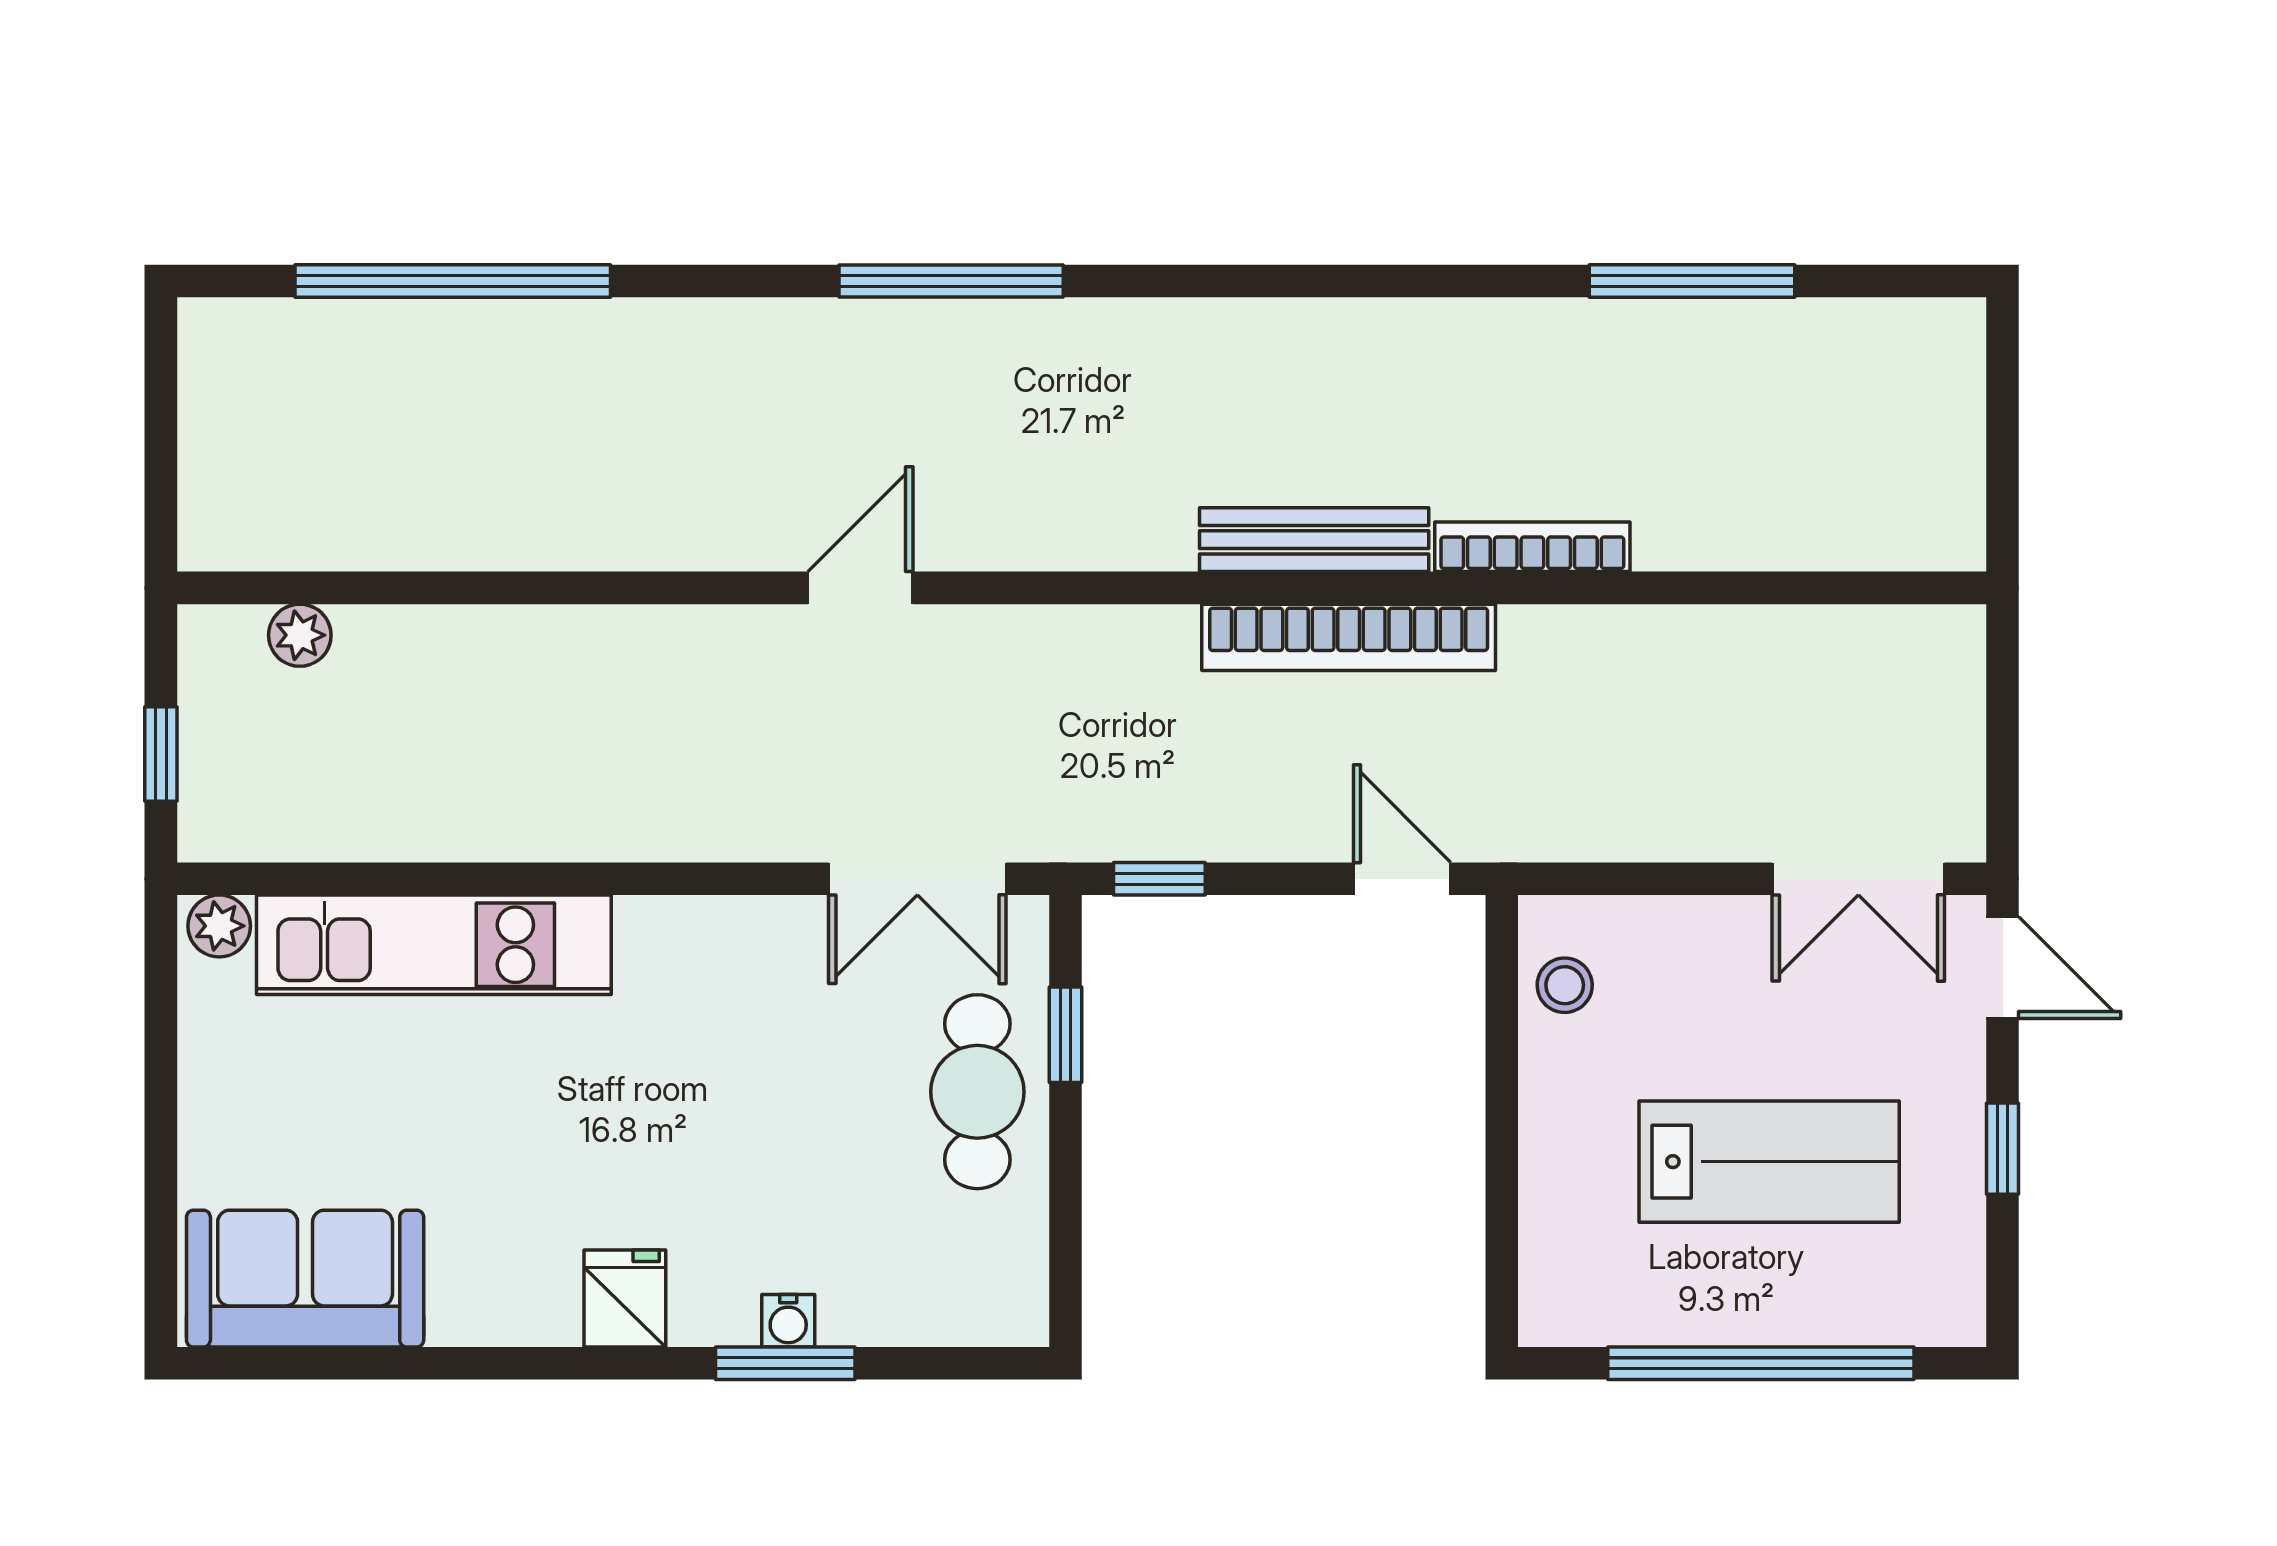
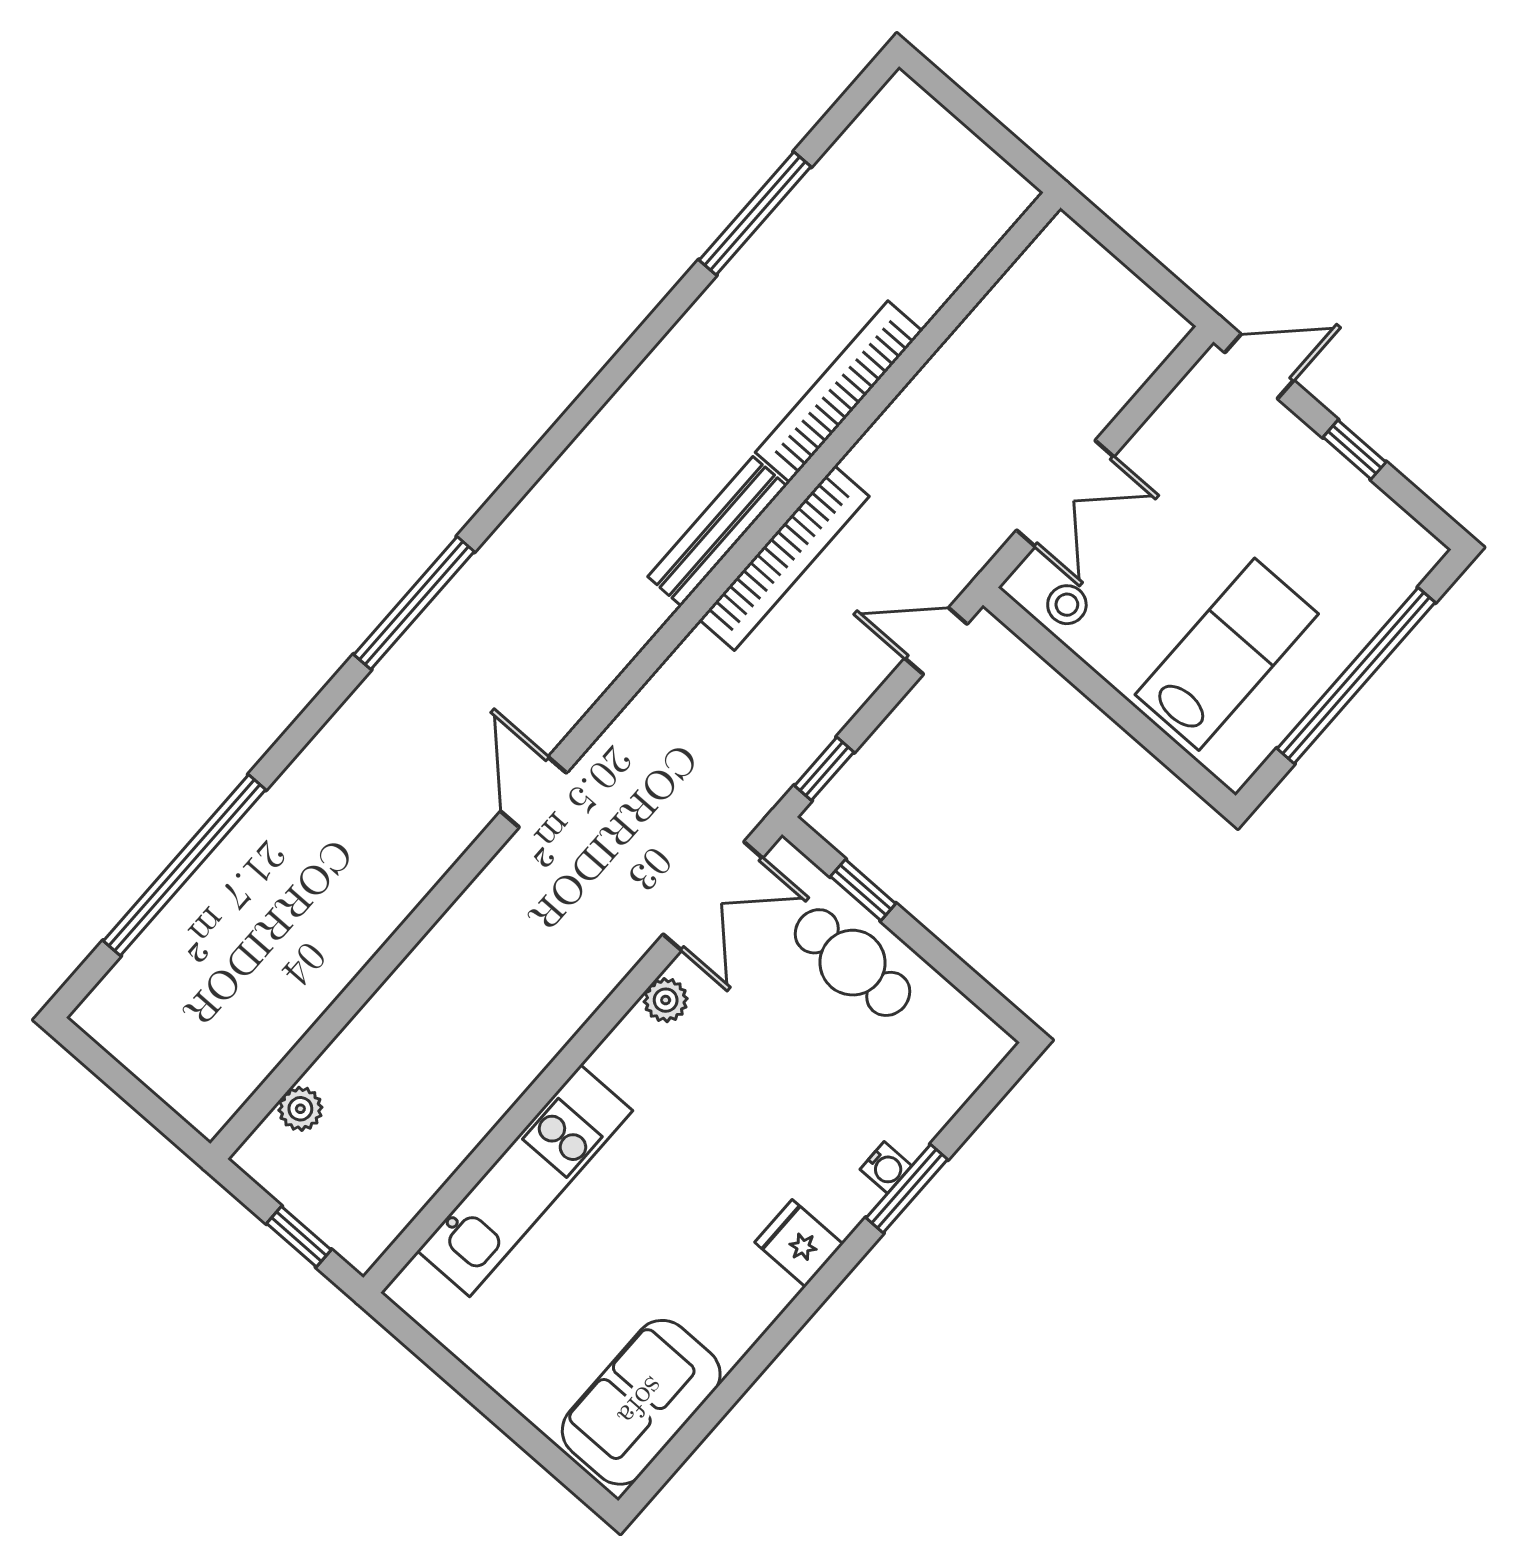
bookcase: (1532, 547) -> (839, 392), width x1.48, depth x1.31
double door: (1858, 879) -> (1065, 494), moved
plant: (219, 926) -> (666, 1000), moved
lab bench: (1769, 1162) -> (1227, 654), moved

